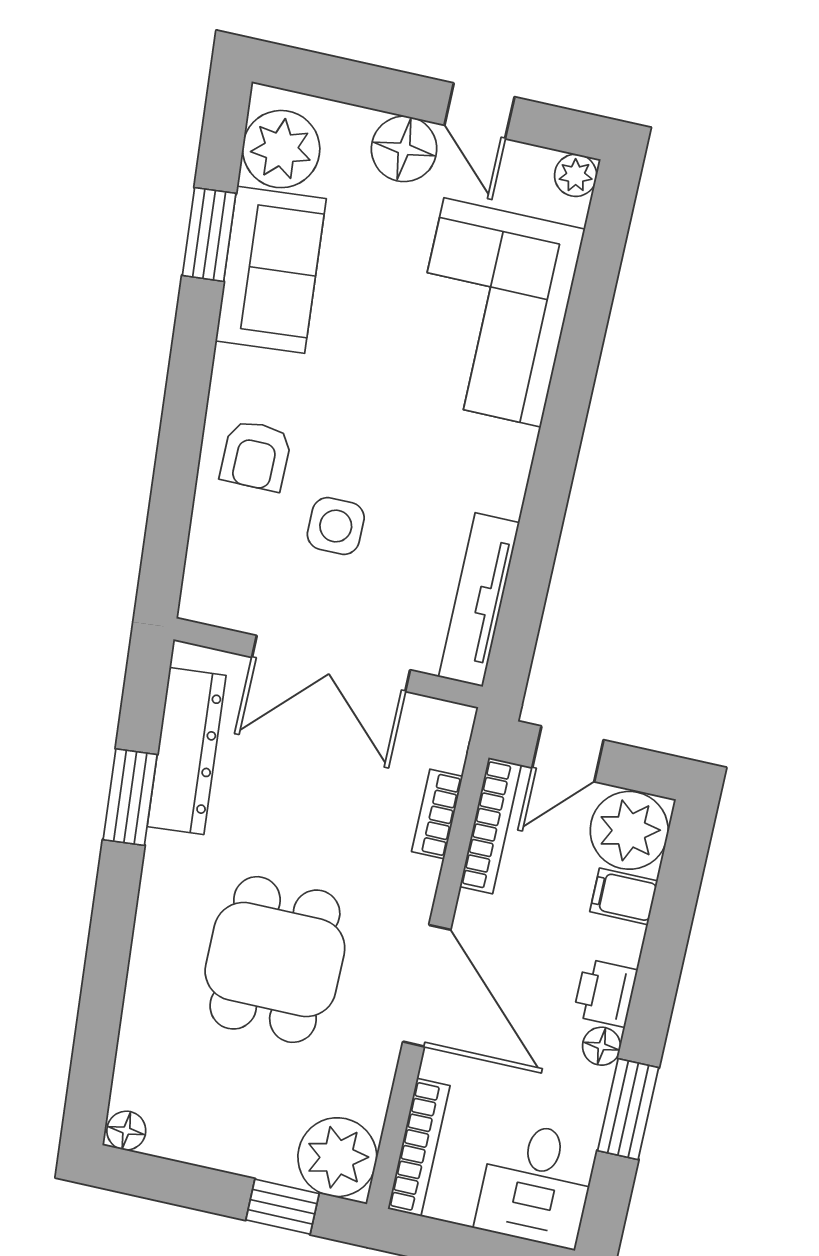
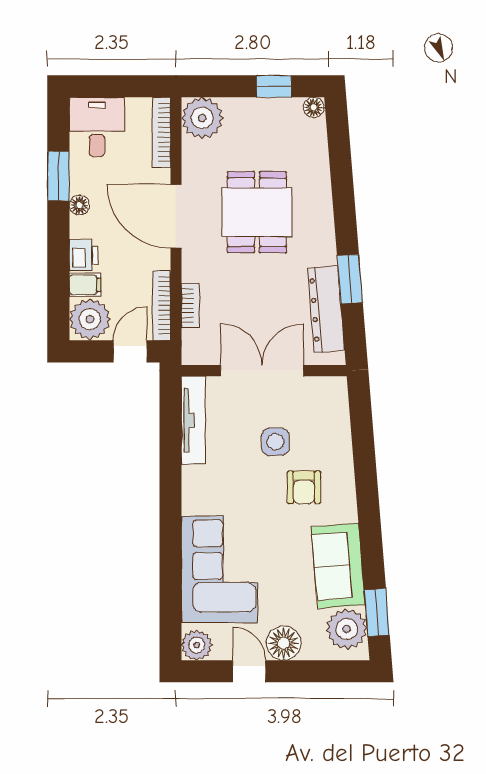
plant: (576, 175) -> (197, 645), width x1.38, depth x1.38
window: (209, 234) -> (377, 613), moved
armchair: (256, 455) -> (304, 487), moved, turned 180
printer: (605, 993) -> (84, 255), moved
window: (283, 1207) -> (274, 86), moved

